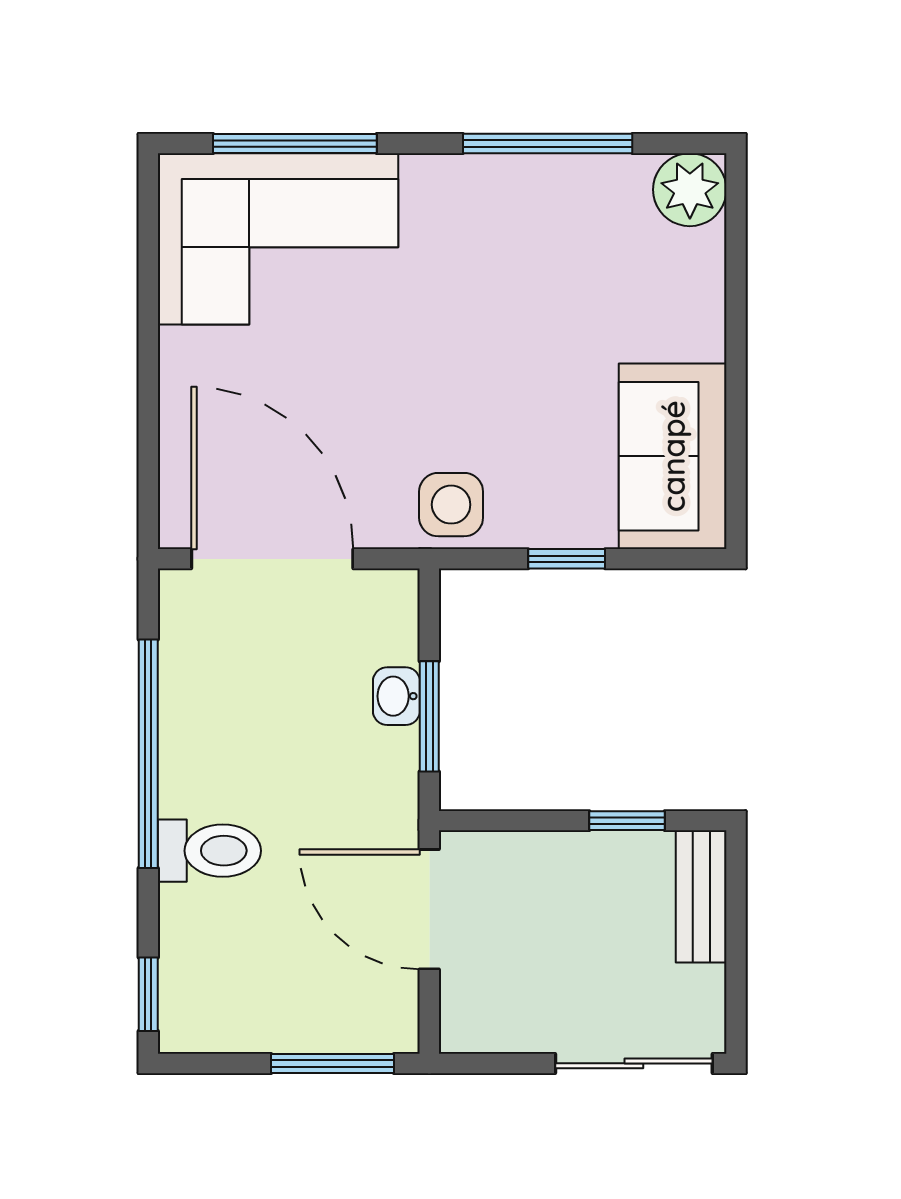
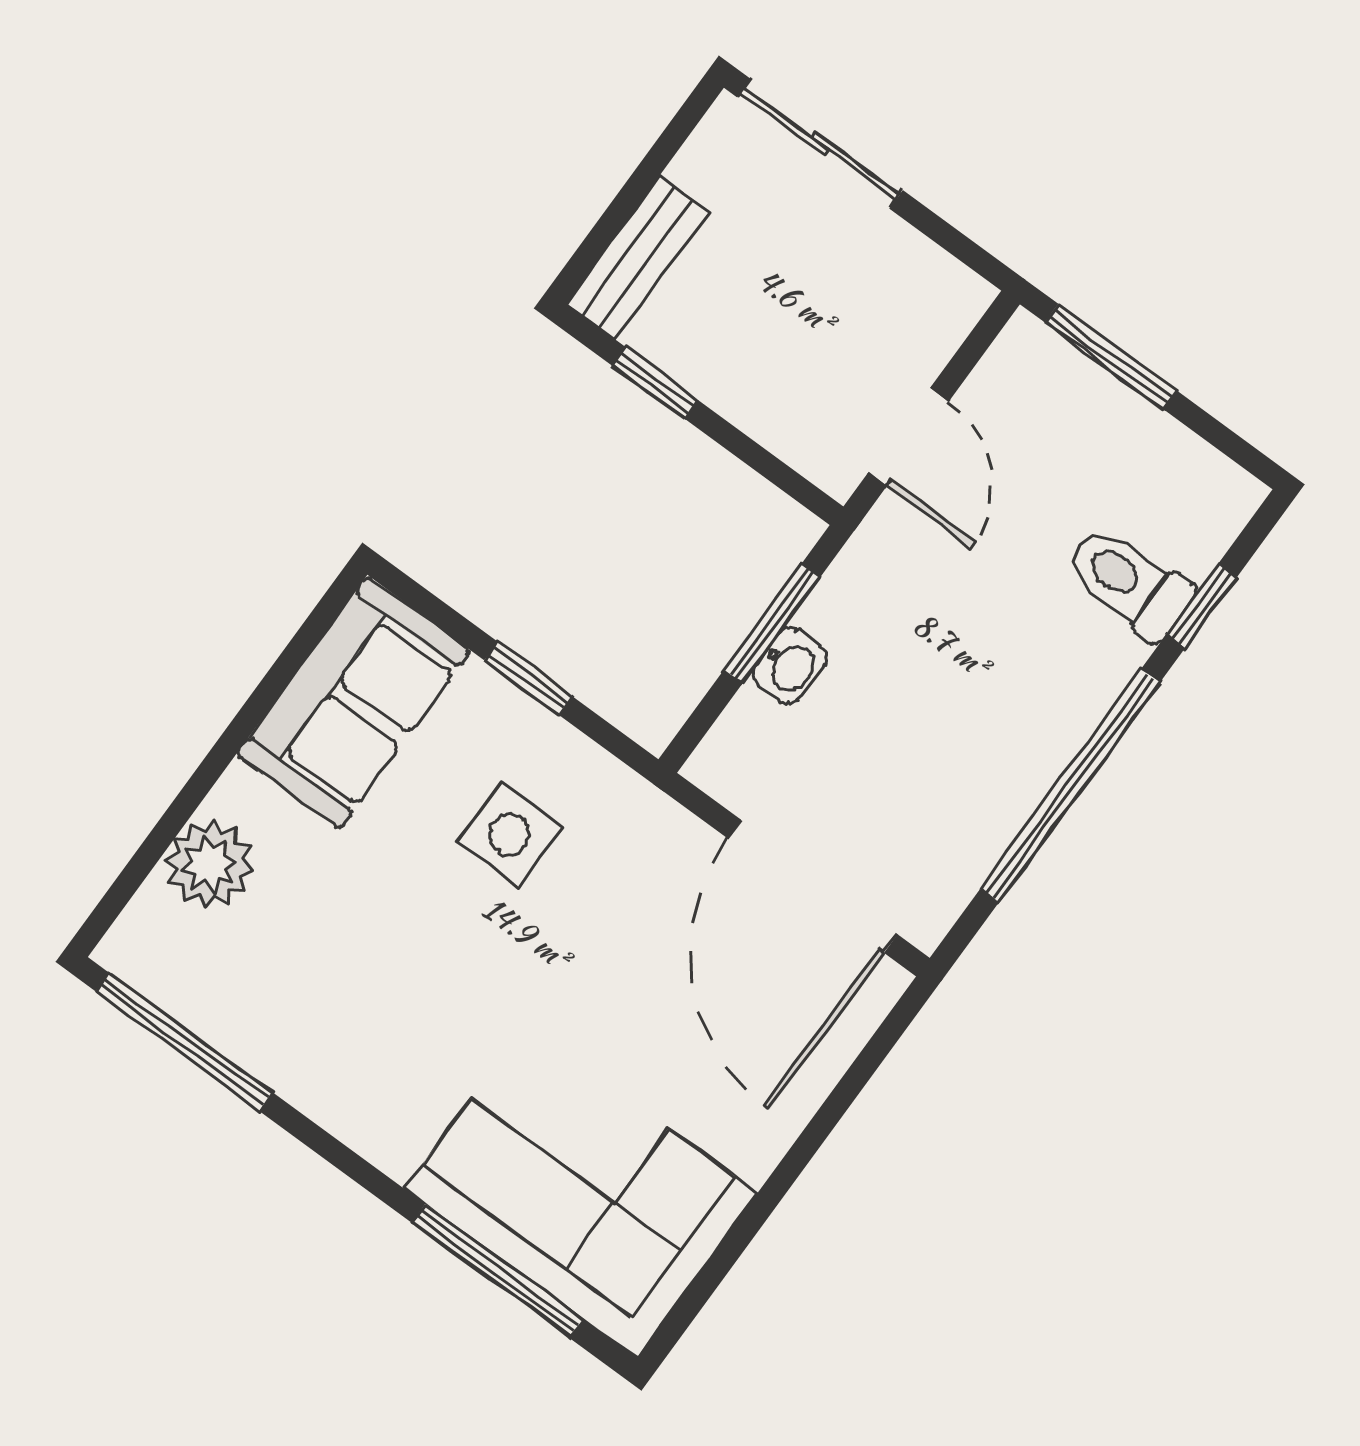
window: (548, 143) -> (184, 1042), moved
plant: (690, 190) -> (210, 864), moved
side table: (451, 505) -> (510, 834), moved
toilet: (209, 851) -> (1128, 582), moved
door: (429, 909) -> (909, 437), width x0.73
window: (148, 994) -> (1202, 606), moved

